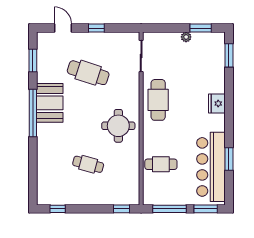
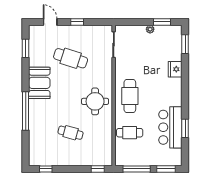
cafe table: (158, 100) -> (130, 96), moved
fridge: (217, 104) -> (175, 69), moved
window: (33, 113) -> (26, 111), moved
bar counter: (211, 167) -> (170, 127), width x0.73

